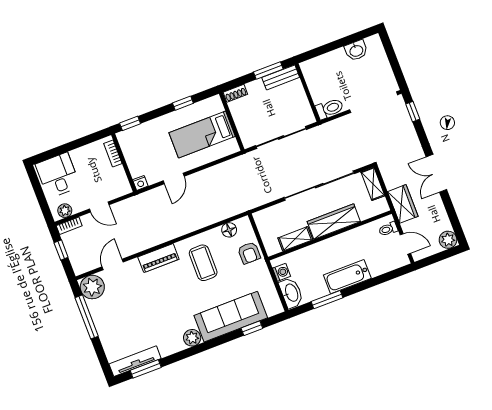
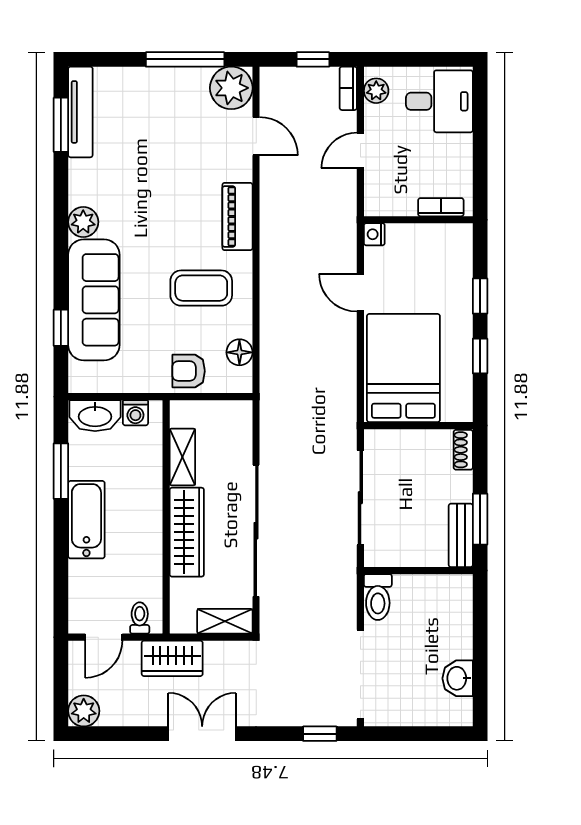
window: (130, 123) -> (480, 296), moved
bed: (202, 135) -> (403, 368), width x1.50

